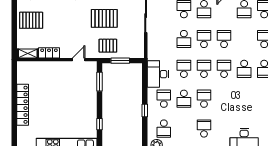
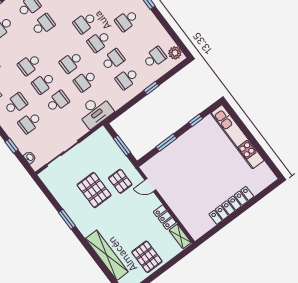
pallet: (108, 46) -> (120, 181), moved
school desk: (224, 69) -> (85, 23), moved
desk: (158, 74) -> (95, 111), moved
window: (100, 82) -> (166, 143), moved

